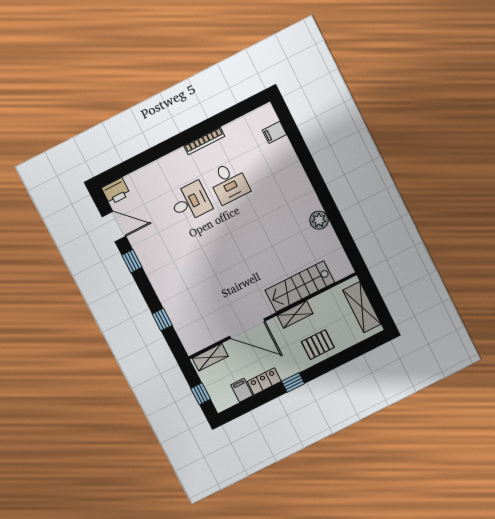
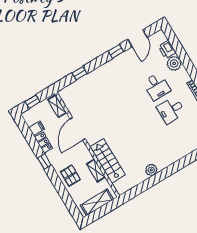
plant: (157, 172) -> (174, 63), added
printer: (116, 191) -> (167, 50), moved
shelving: (295, 314) -> (96, 171), moved

